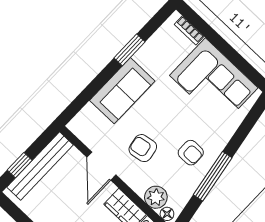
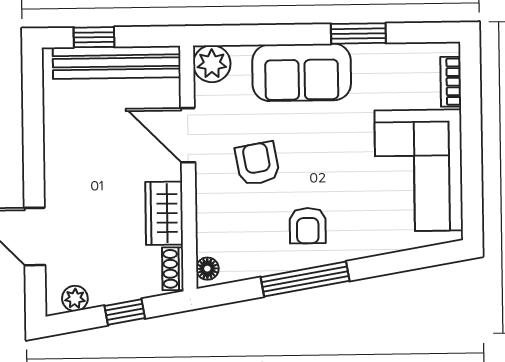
door: (101, 166) -> (188, 135), hinge flipped
plant: (156, 197) -> (212, 64), moved

